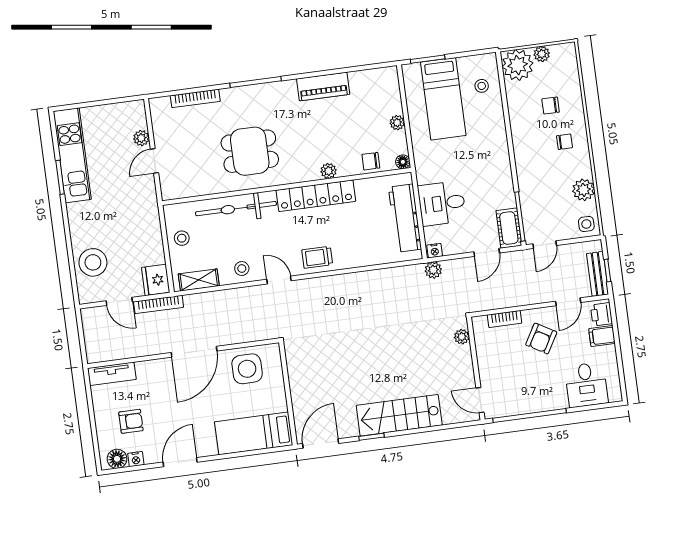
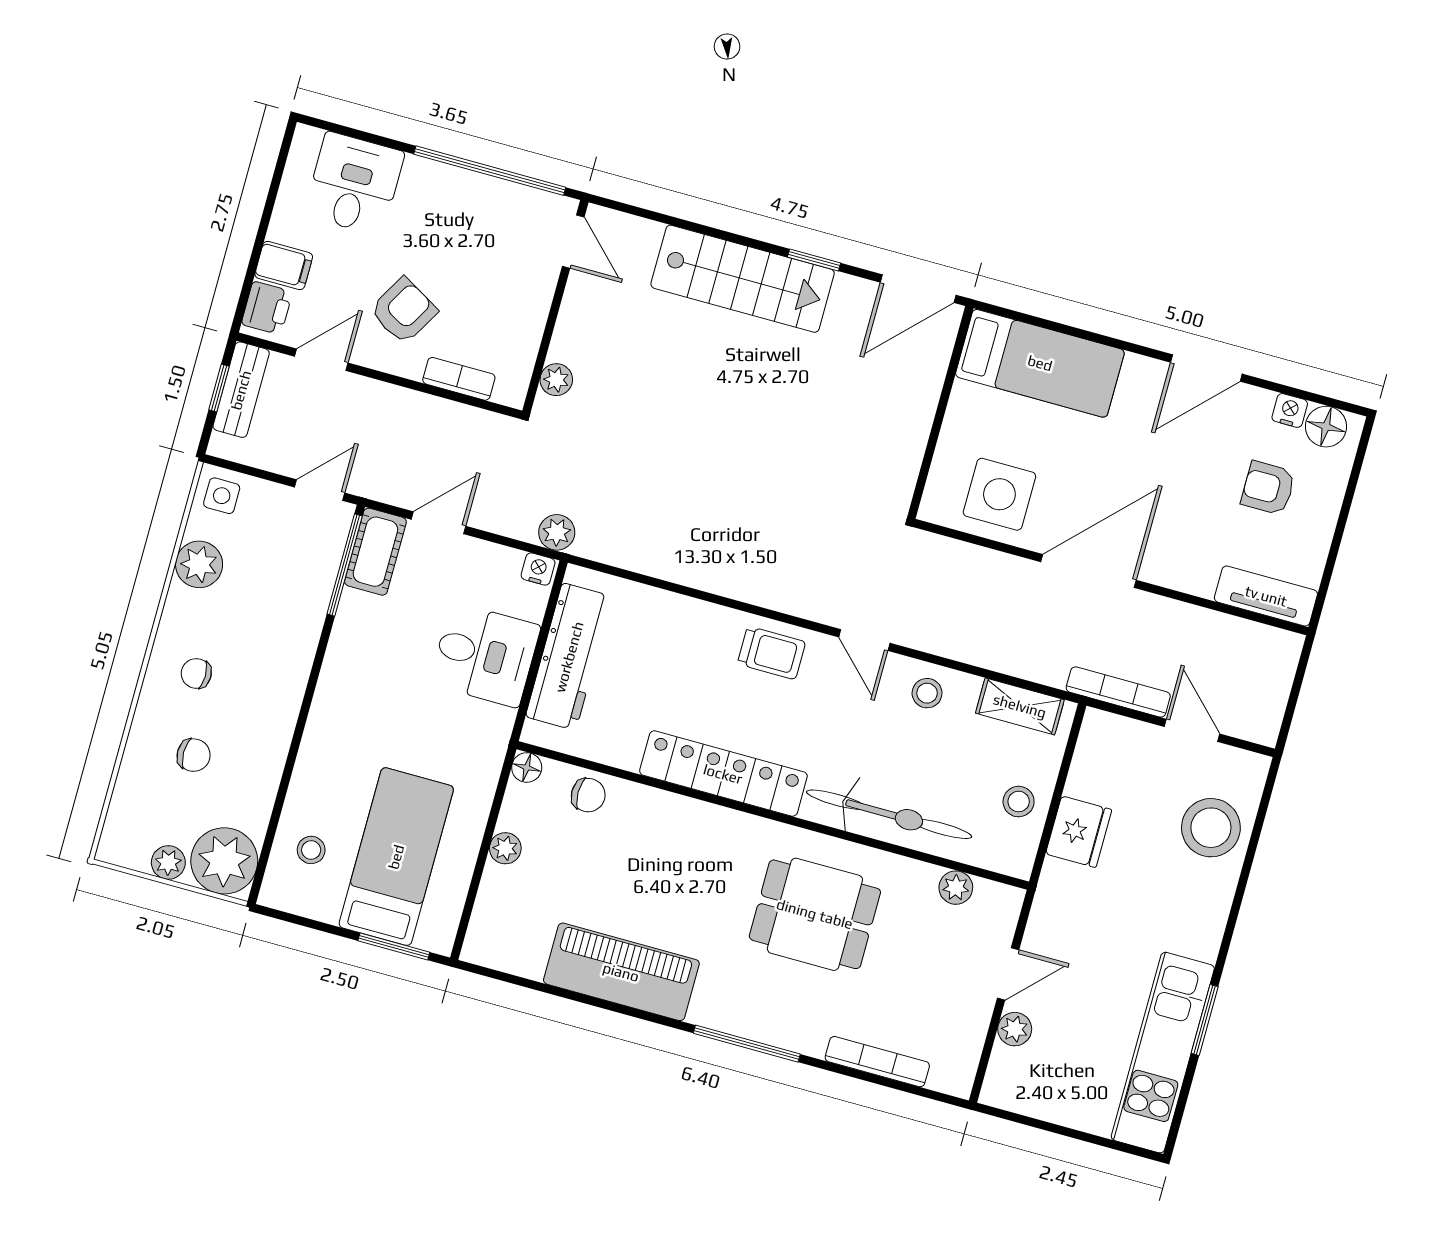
piano: (323, 87) -> (621, 972), width x1.37, depth x1.33
plant: (329, 171) -> (956, 888), moved
fridge: (156, 280) -> (1079, 832), moved

